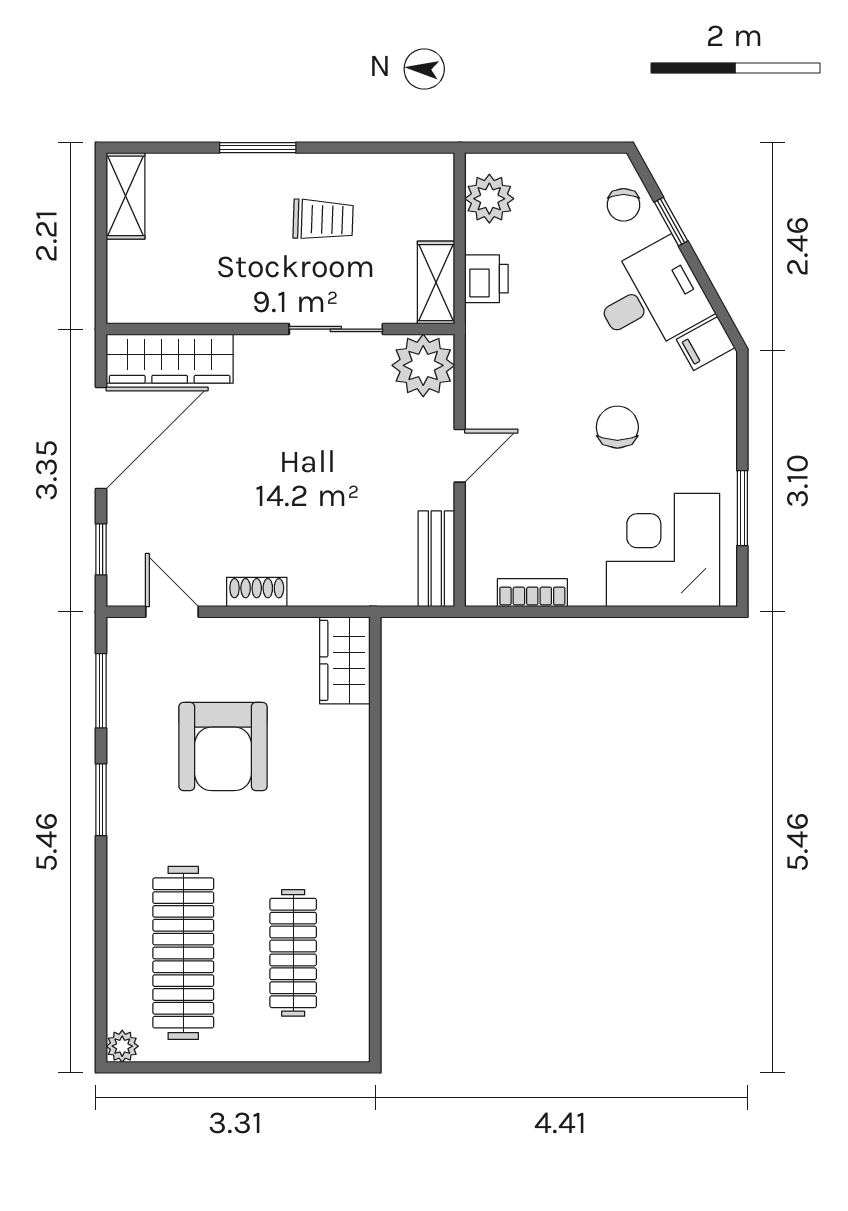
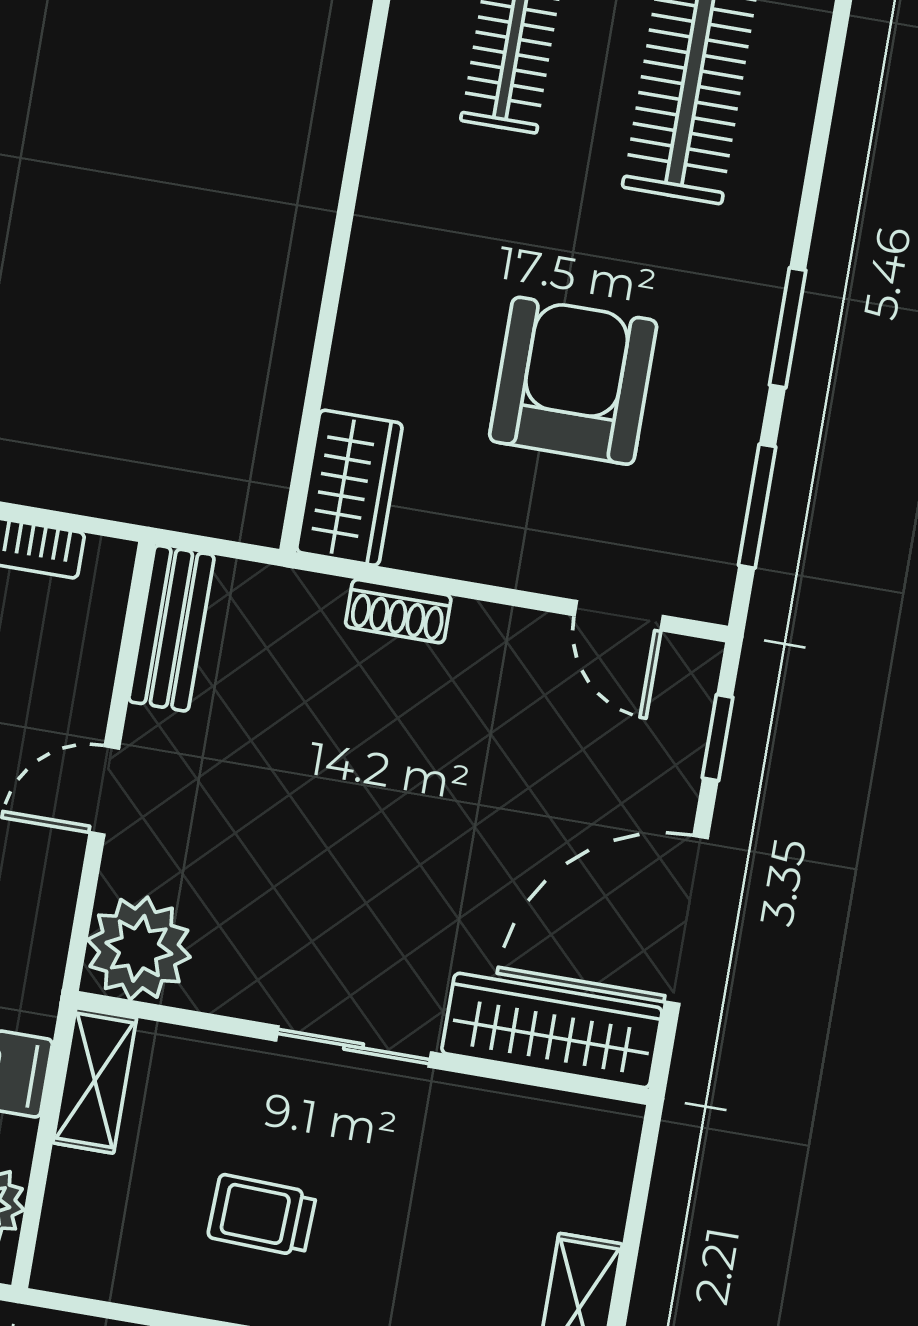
sliding door: (336, 329) -> (354, 1046), moved
shoe rack: (257, 592) -> (398, 611), moved

